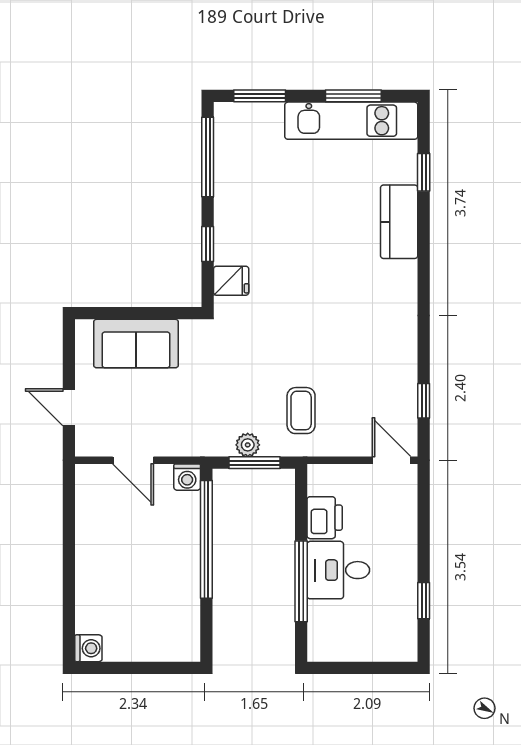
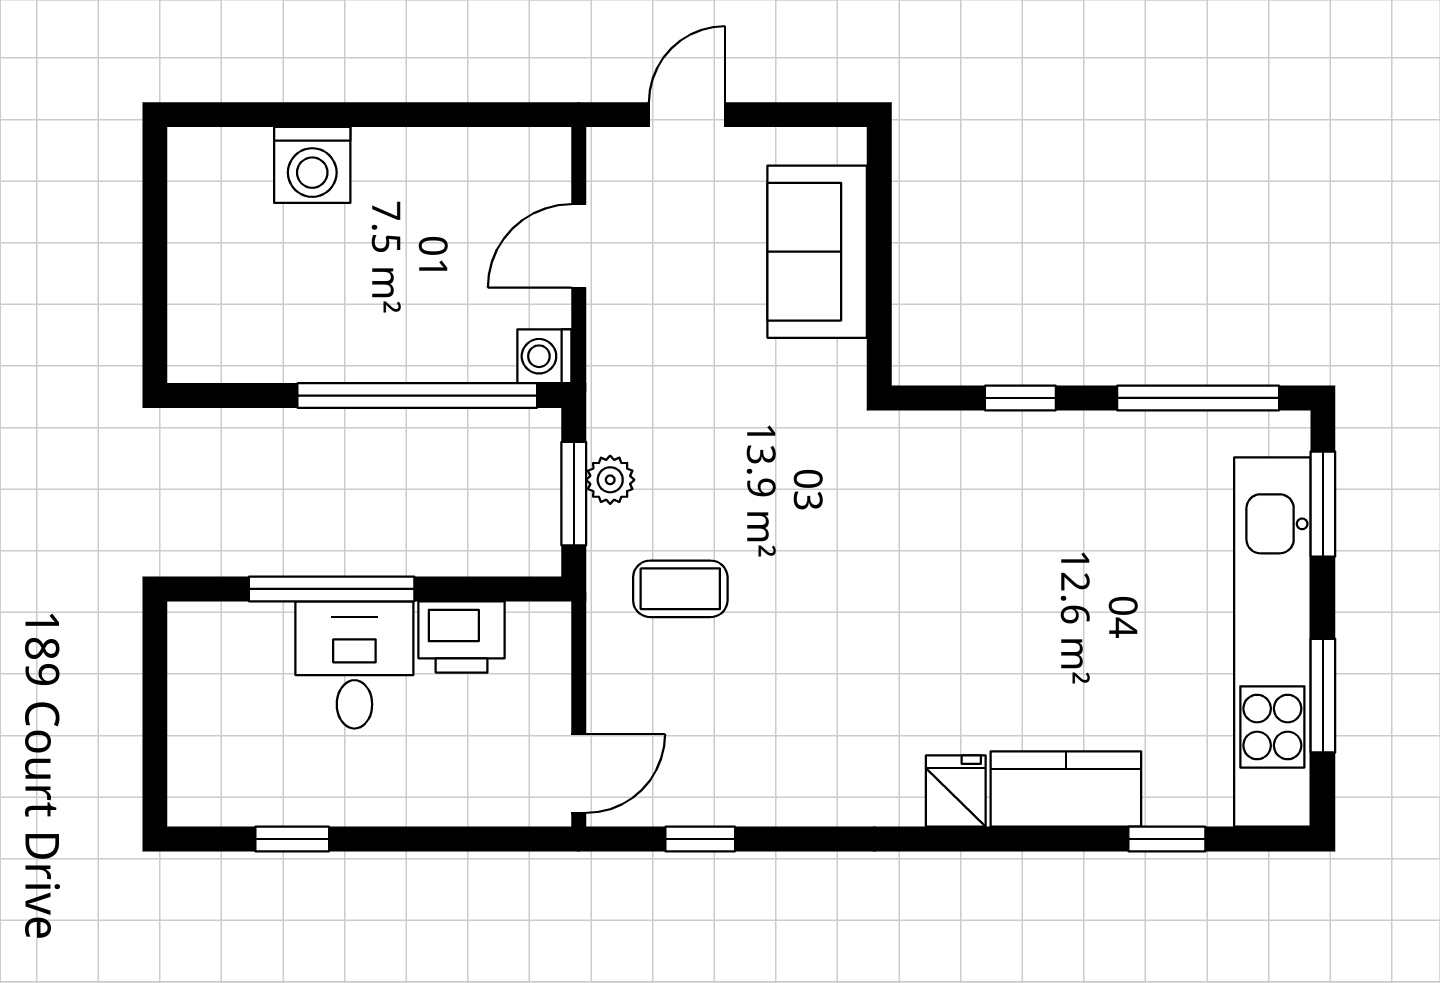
kitchen unit: (351, 121) -> (1272, 642), width x1.36
fridge: (231, 281) -> (956, 791), moved, turned 180
washing machine: (88, 648) -> (312, 165), moved, width x1.38, depth x1.38

